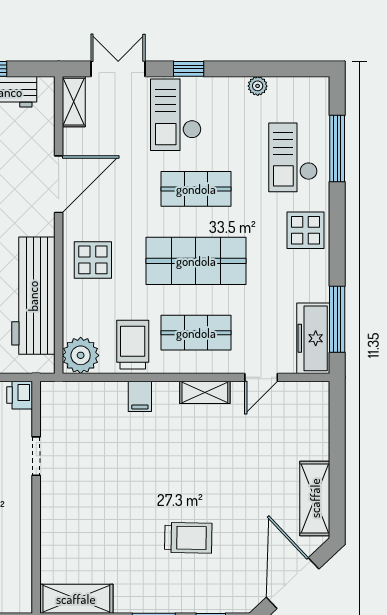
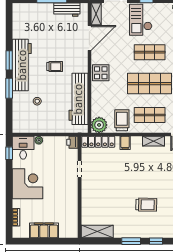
door: (59, 184) -> (89, 38), moved
display table: (93, 260) -> (101, 73), moved
locker: (79, 394) -> (98, 142), added

